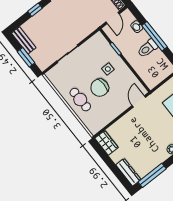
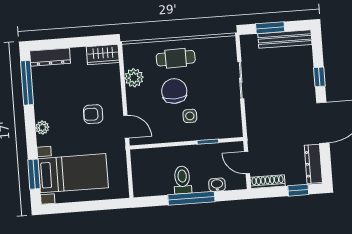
bench: (24, 40) -> (285, 39), width x1.36
plant: (108, 116) -> (134, 78), added
armchair: (144, 125) -> (93, 114), added

